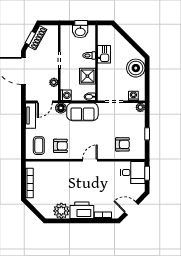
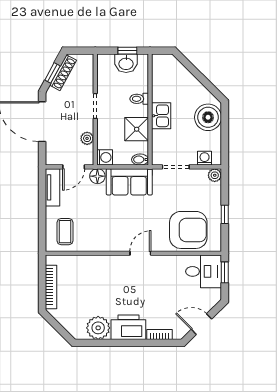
kitchen sink: (104, 54) -> (161, 116), moved
armchair: (122, 144) -> (188, 230), width x1.88, depth x1.88
armchair: (60, 146) -> (97, 232), removed

